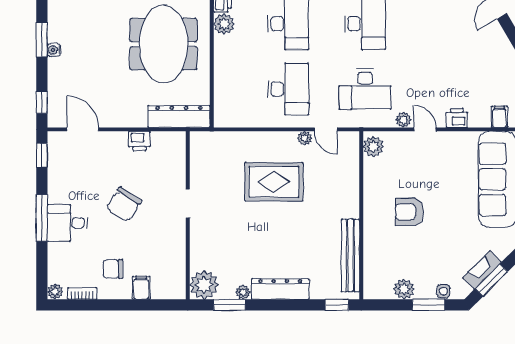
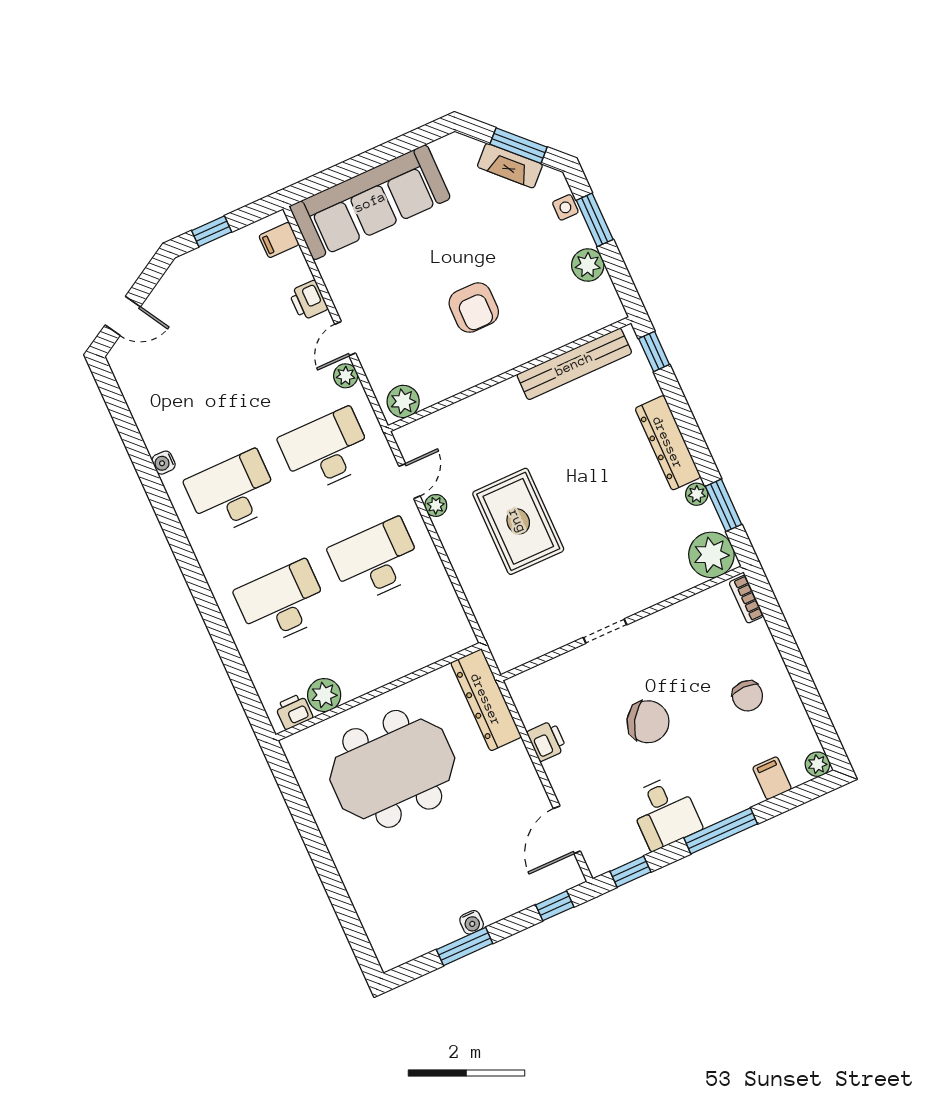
desk: (365, 89) -> (326, 451), turned -90
desk: (67, 223) -> (665, 812), moved
filing cabinet: (141, 288) -> (772, 778), moved, turned 90
bookcase: (82, 293) -> (746, 599), moved

